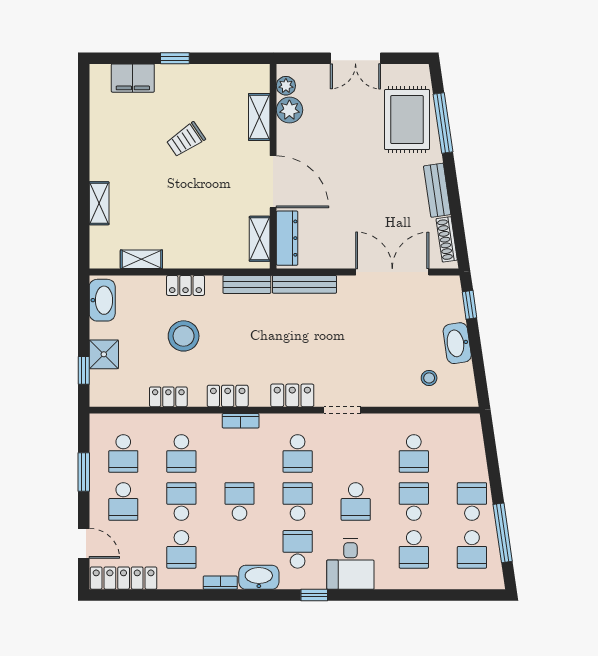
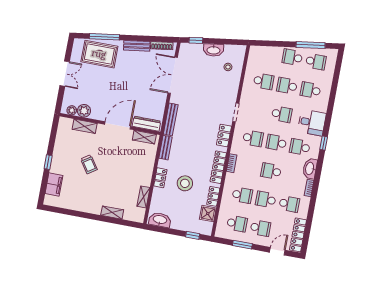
shower: (104, 354) -> (208, 214), moved
locker: (228, 396) -> (218, 167), width x1.53
school desk: (414, 549) -> (310, 90), turned 180

